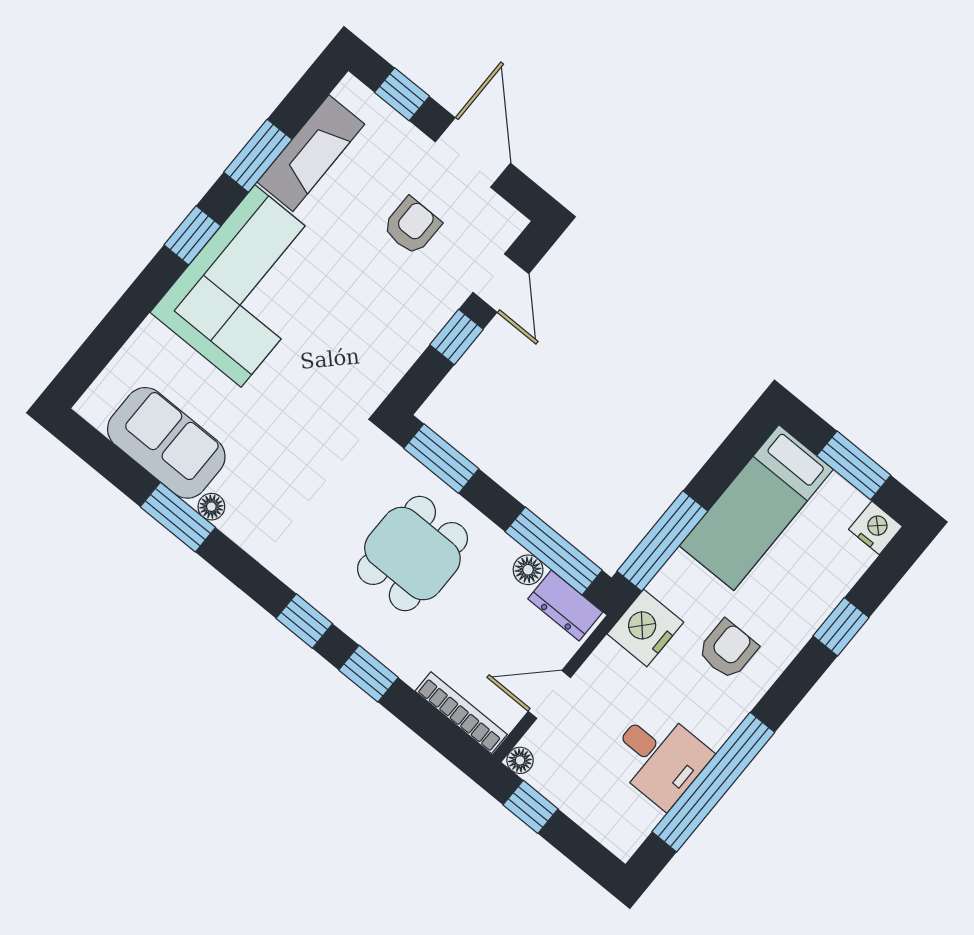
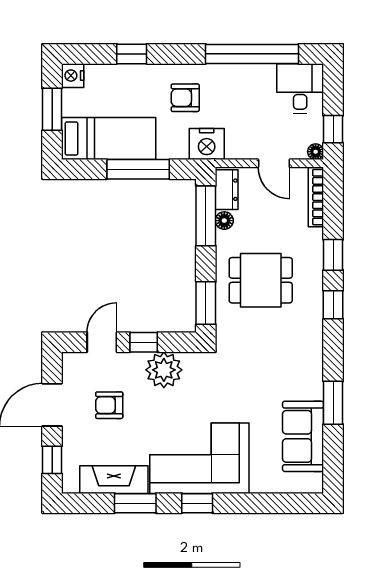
plant: (399, 334) -> (164, 370), added
floor lamp: (211, 507) -> (316, 391), removed
window: (662, 541) -> (138, 169), moved
desk: (659, 757) -> (300, 88), moved

